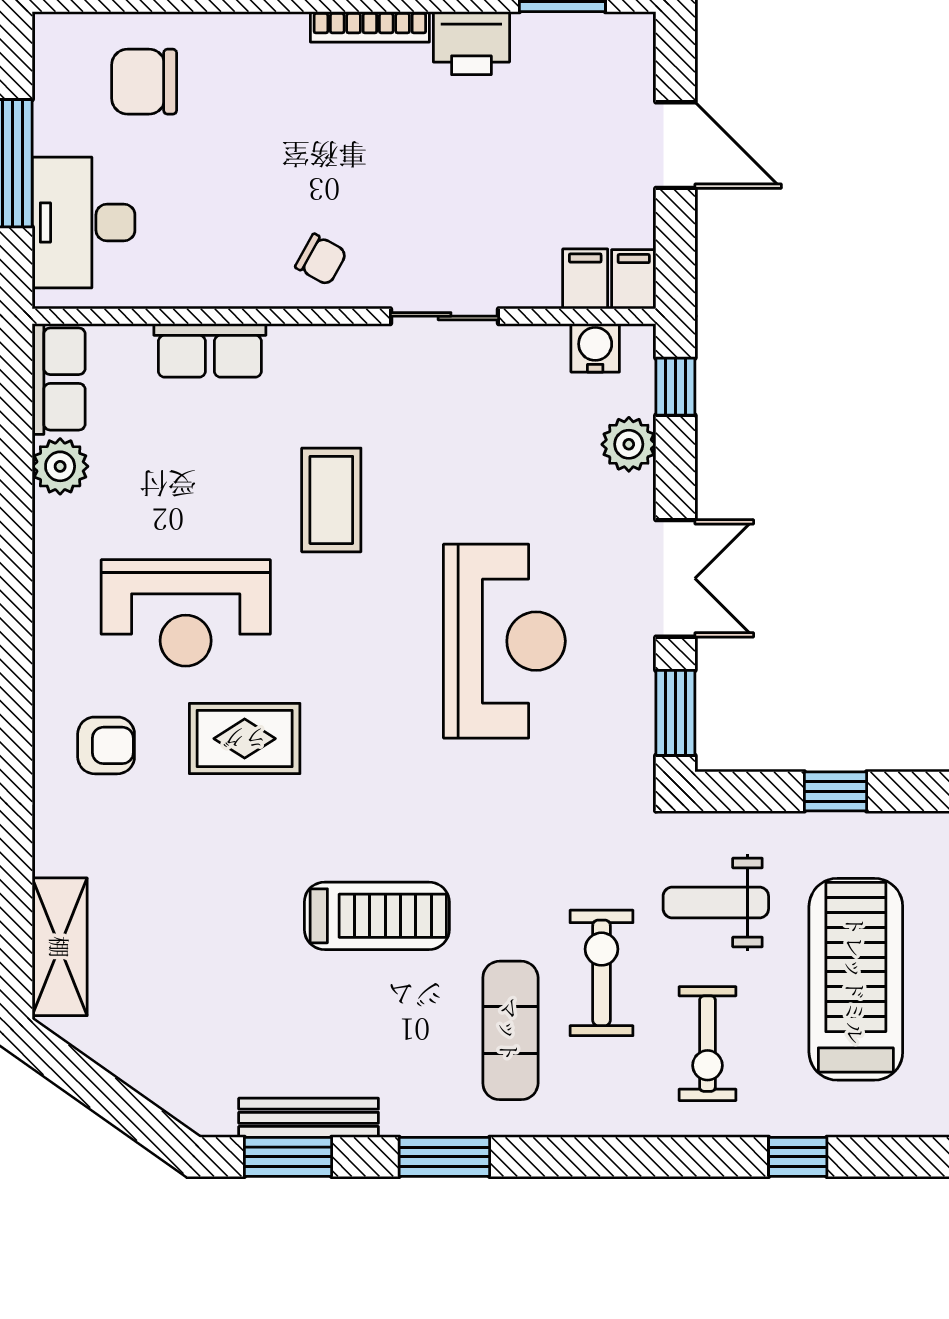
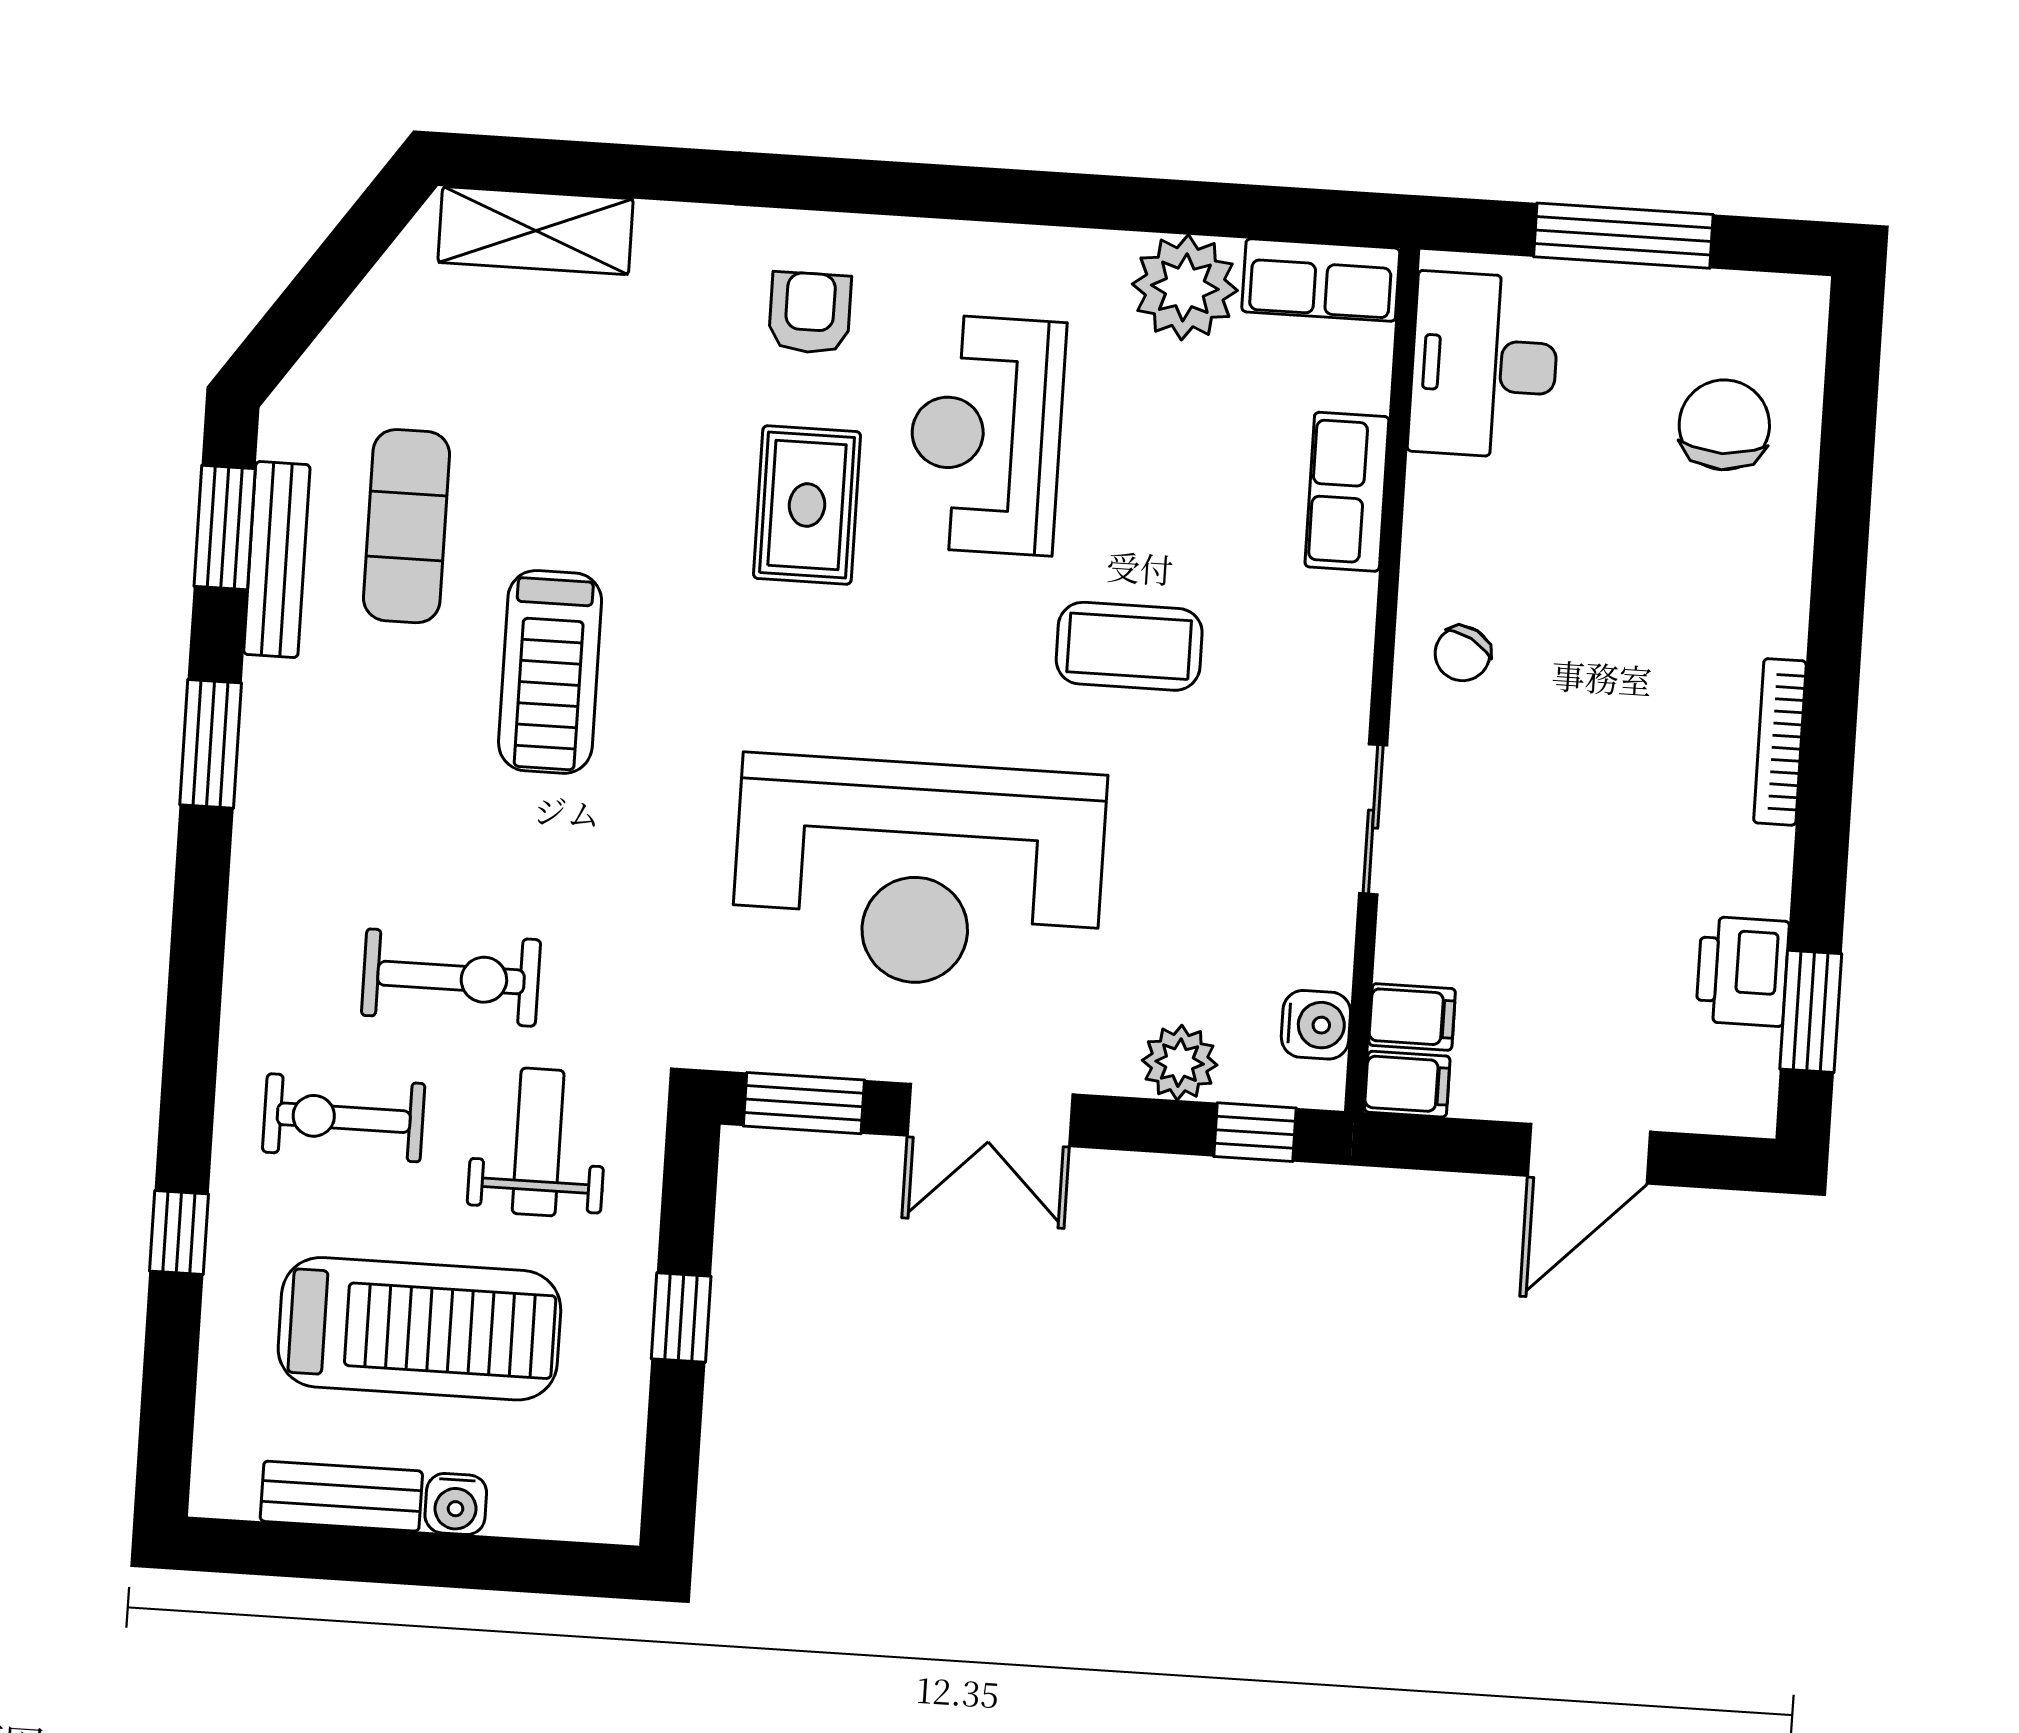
printer: (471, 43) -> (1742, 971), moved
desk: (84, 223) -> (1484, 365), moved, turned -90
plant: (60, 466) -> (1185, 287), width x1.36, depth x1.36
reception desk: (504, 641) -> (918, 873), width x1.36, depth x1.30
armchair: (106, 745) -> (810, 313), turned 180
exercise mat: (510, 1030) -> (406, 526), moved, turned 90

